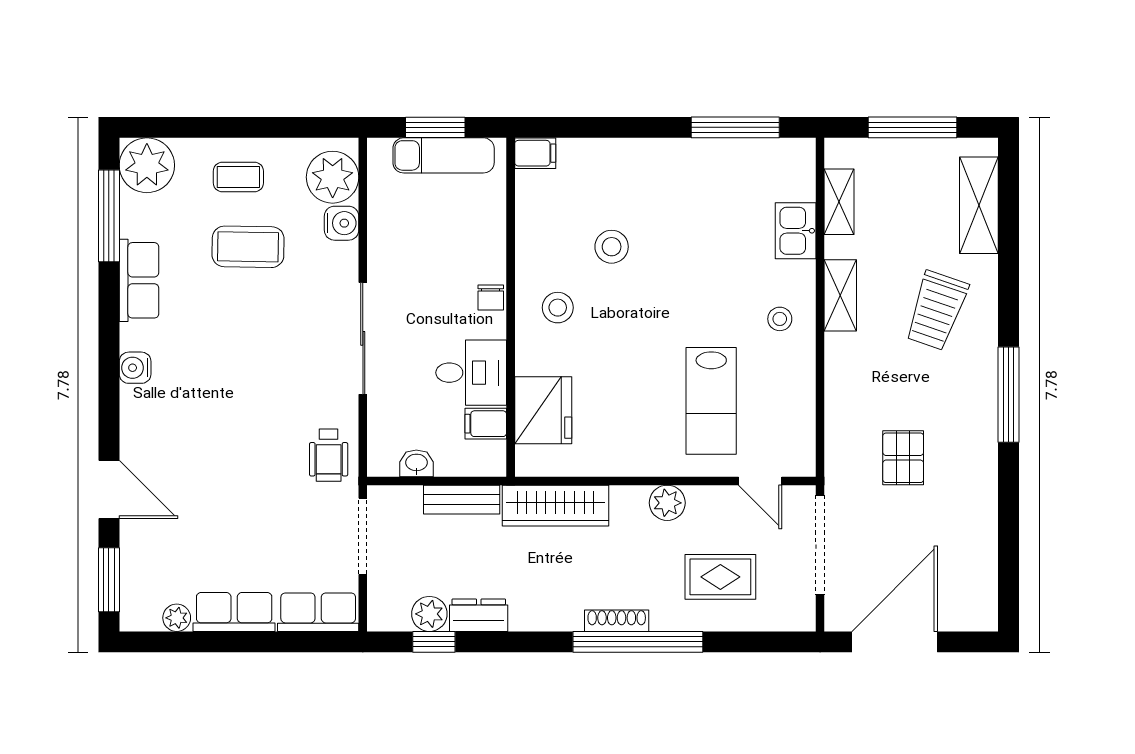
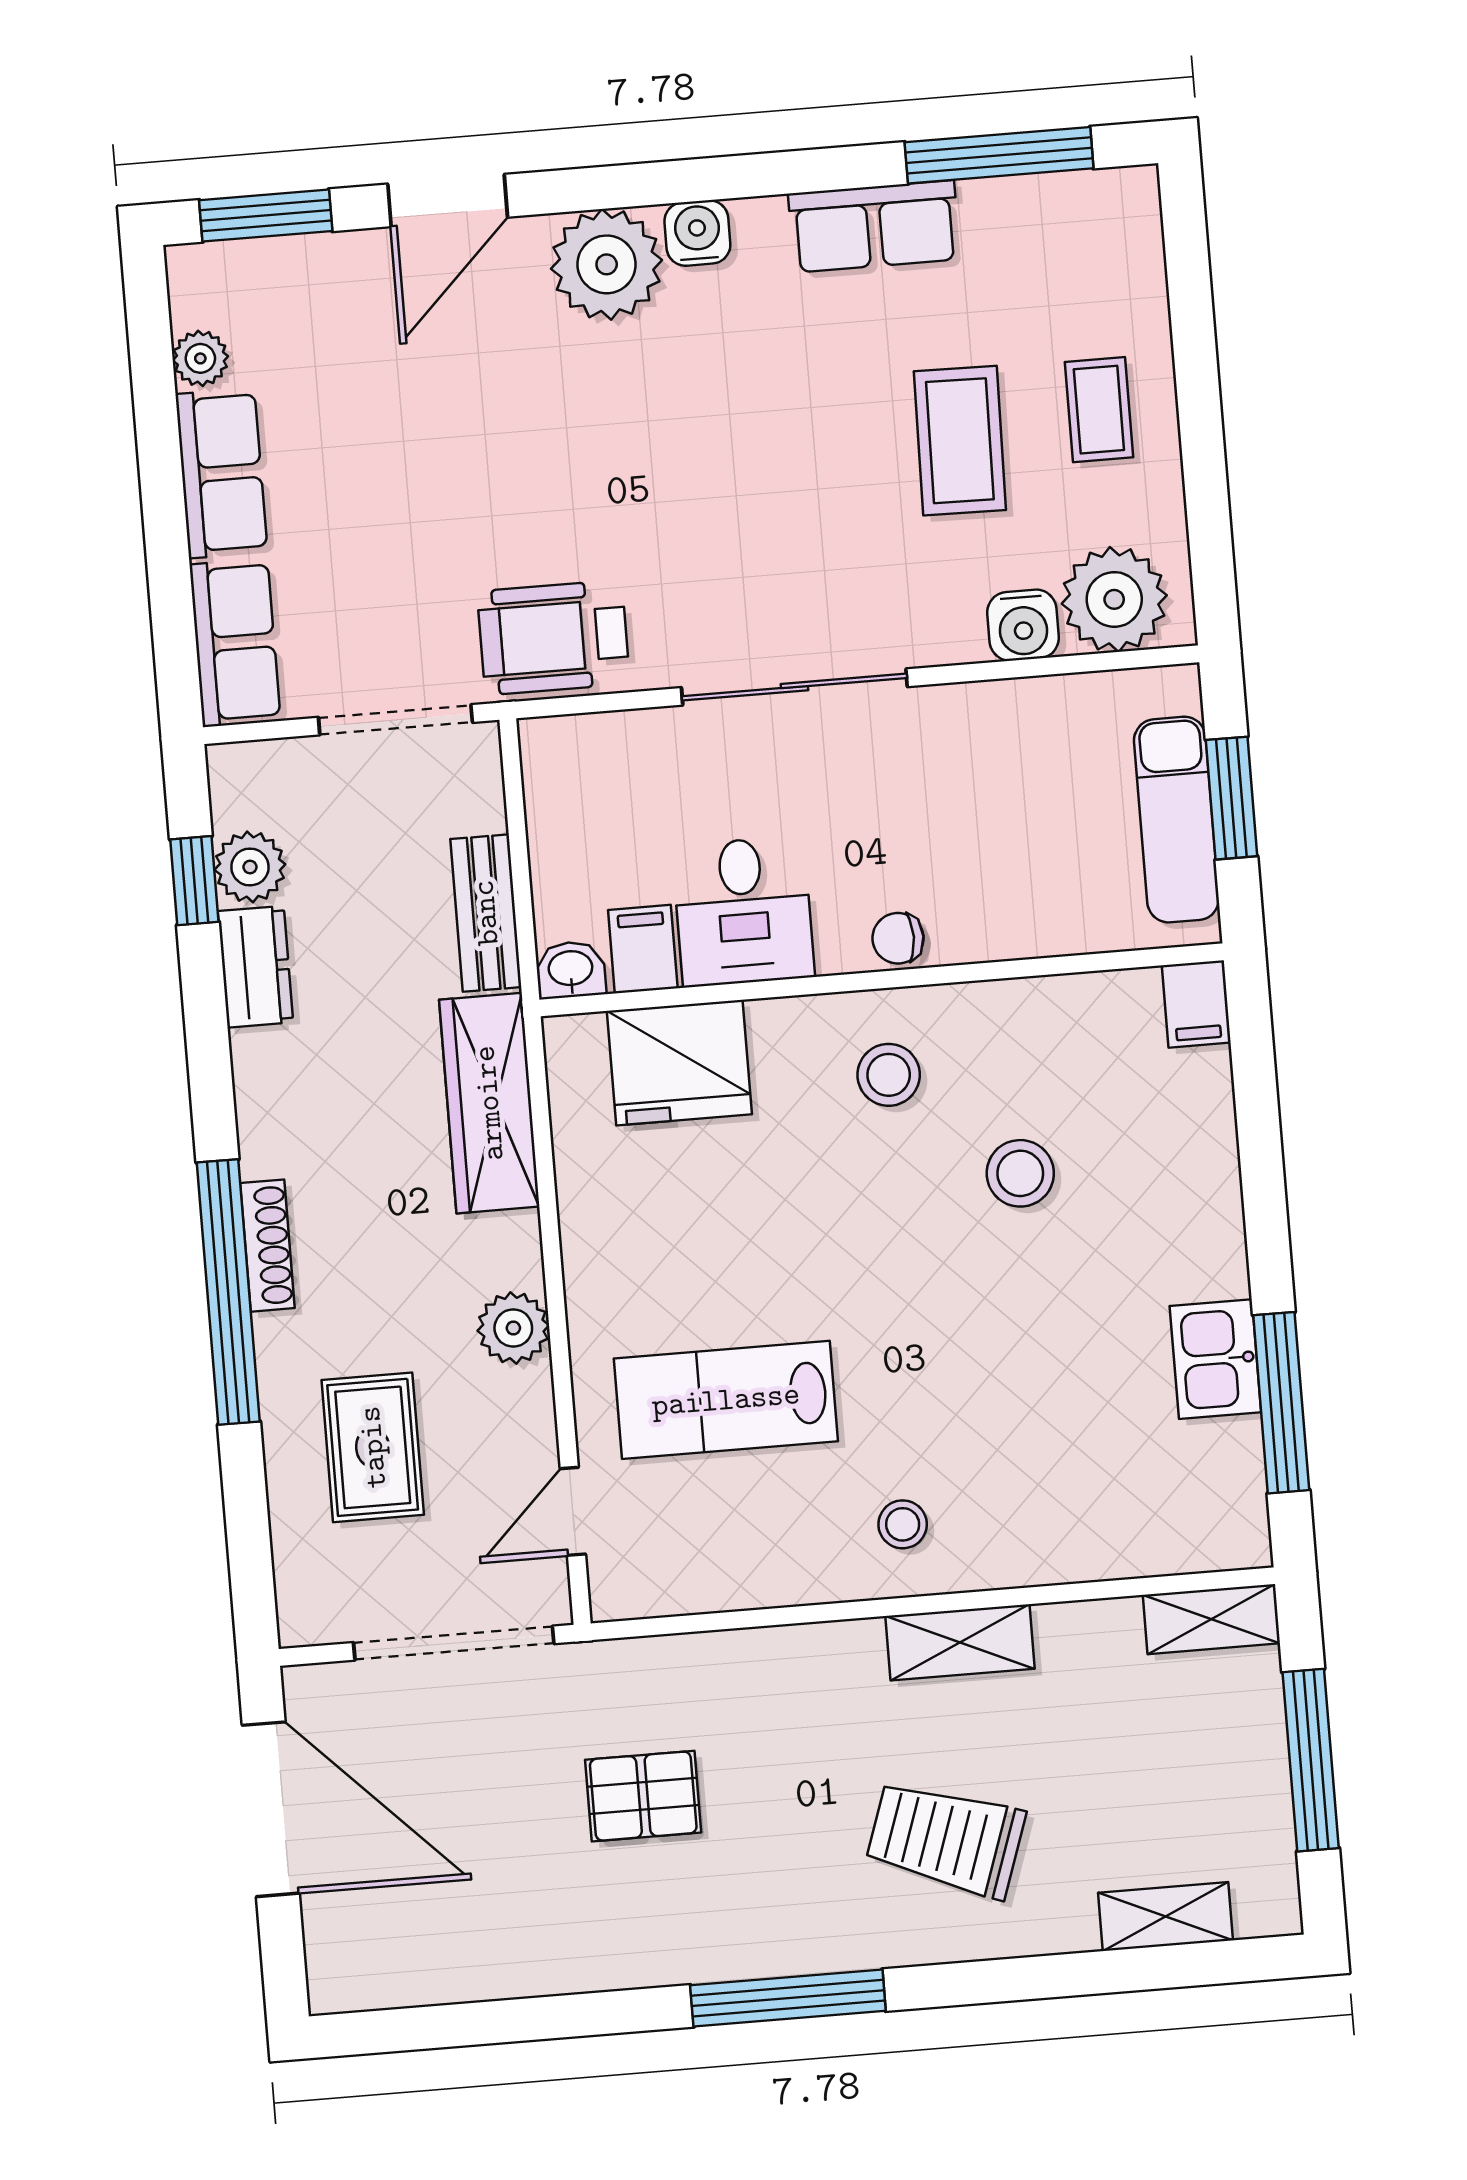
plant: (147, 165) -> (607, 264), moved
shelving: (839, 202) -> (1211, 1619), moved
shelving: (979, 205) -> (1166, 1917), width x0.67, depth x0.75
kitchen sink: (796, 231) -> (1215, 1359), moved, turned -90
wheelchair: (329, 455) -> (553, 638), width x1.36, depth x1.37
washbasin: (416, 463) -> (571, 970), moved, turned -90

